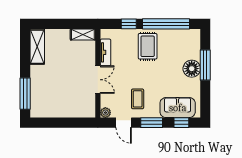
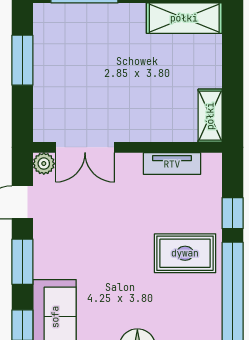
double door: (98, 80) -> (85, 147), moved
coffee table: (138, 99) -> (73, 232), removed
window: (57, 123) -> (22, 60), added

